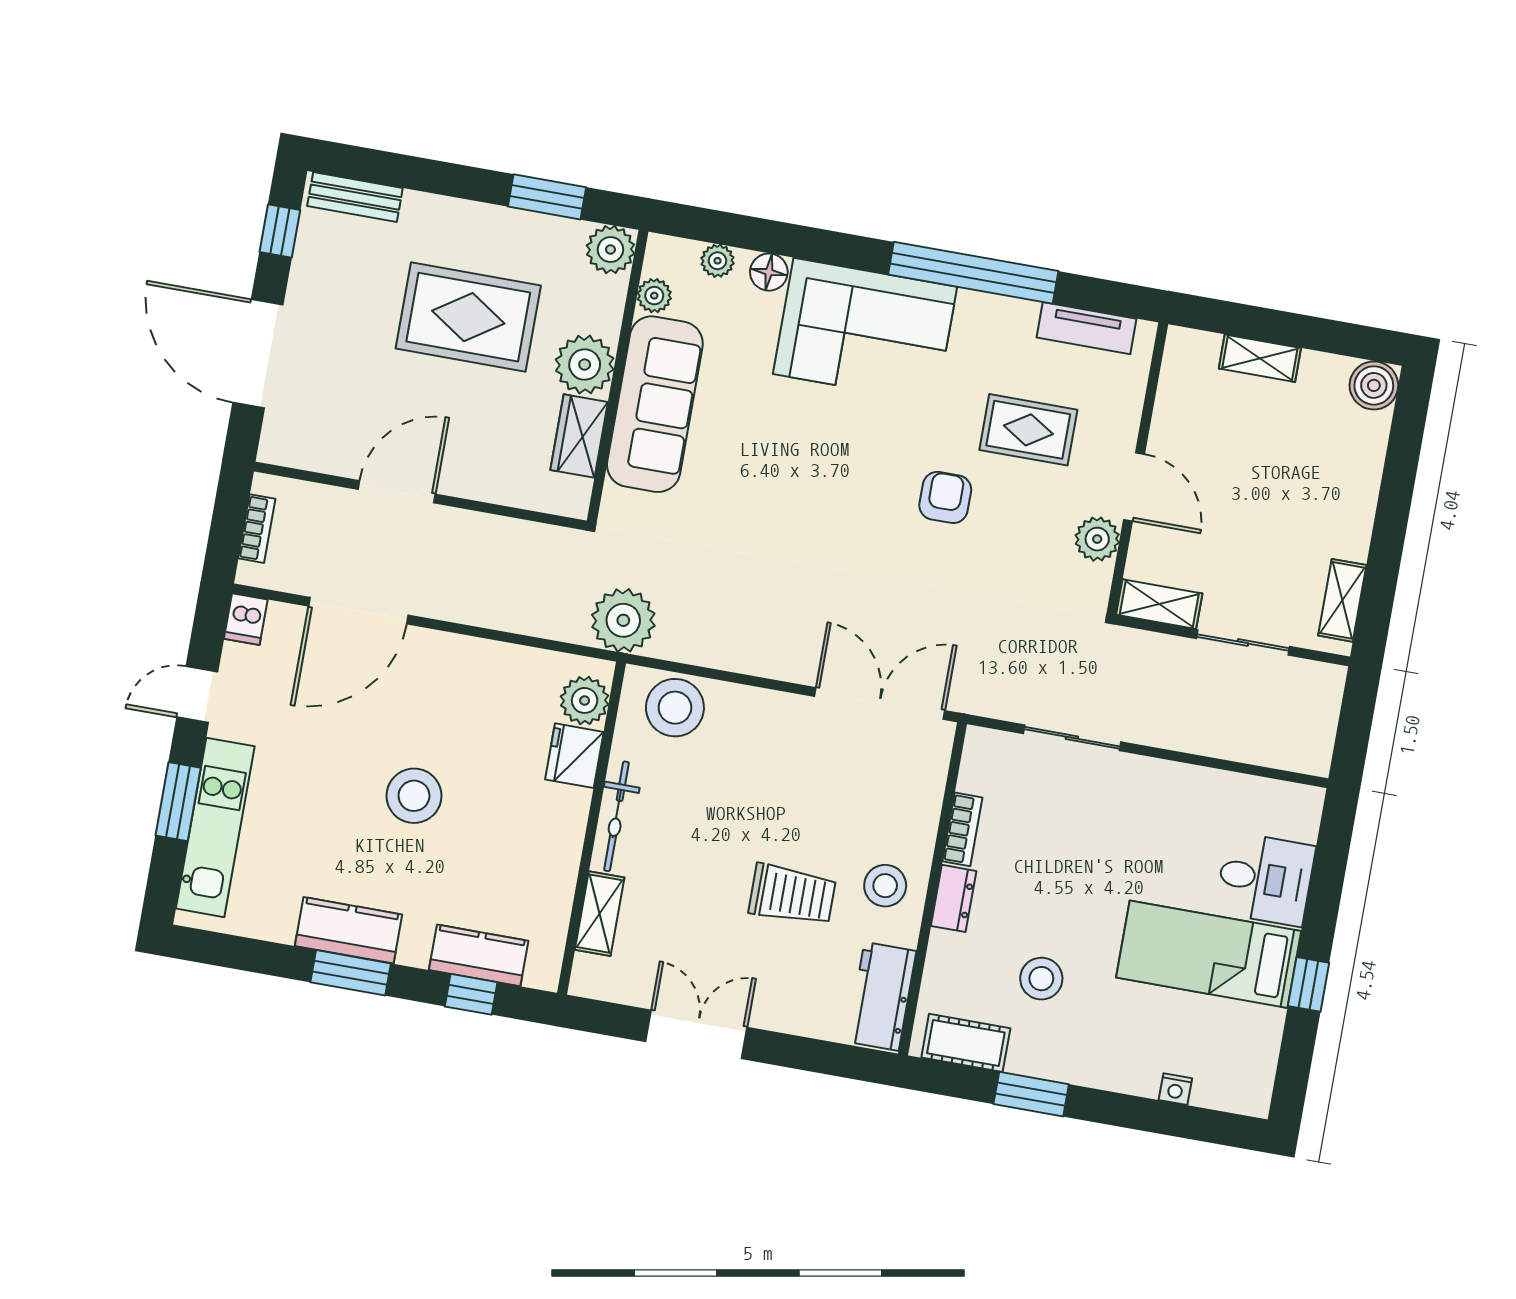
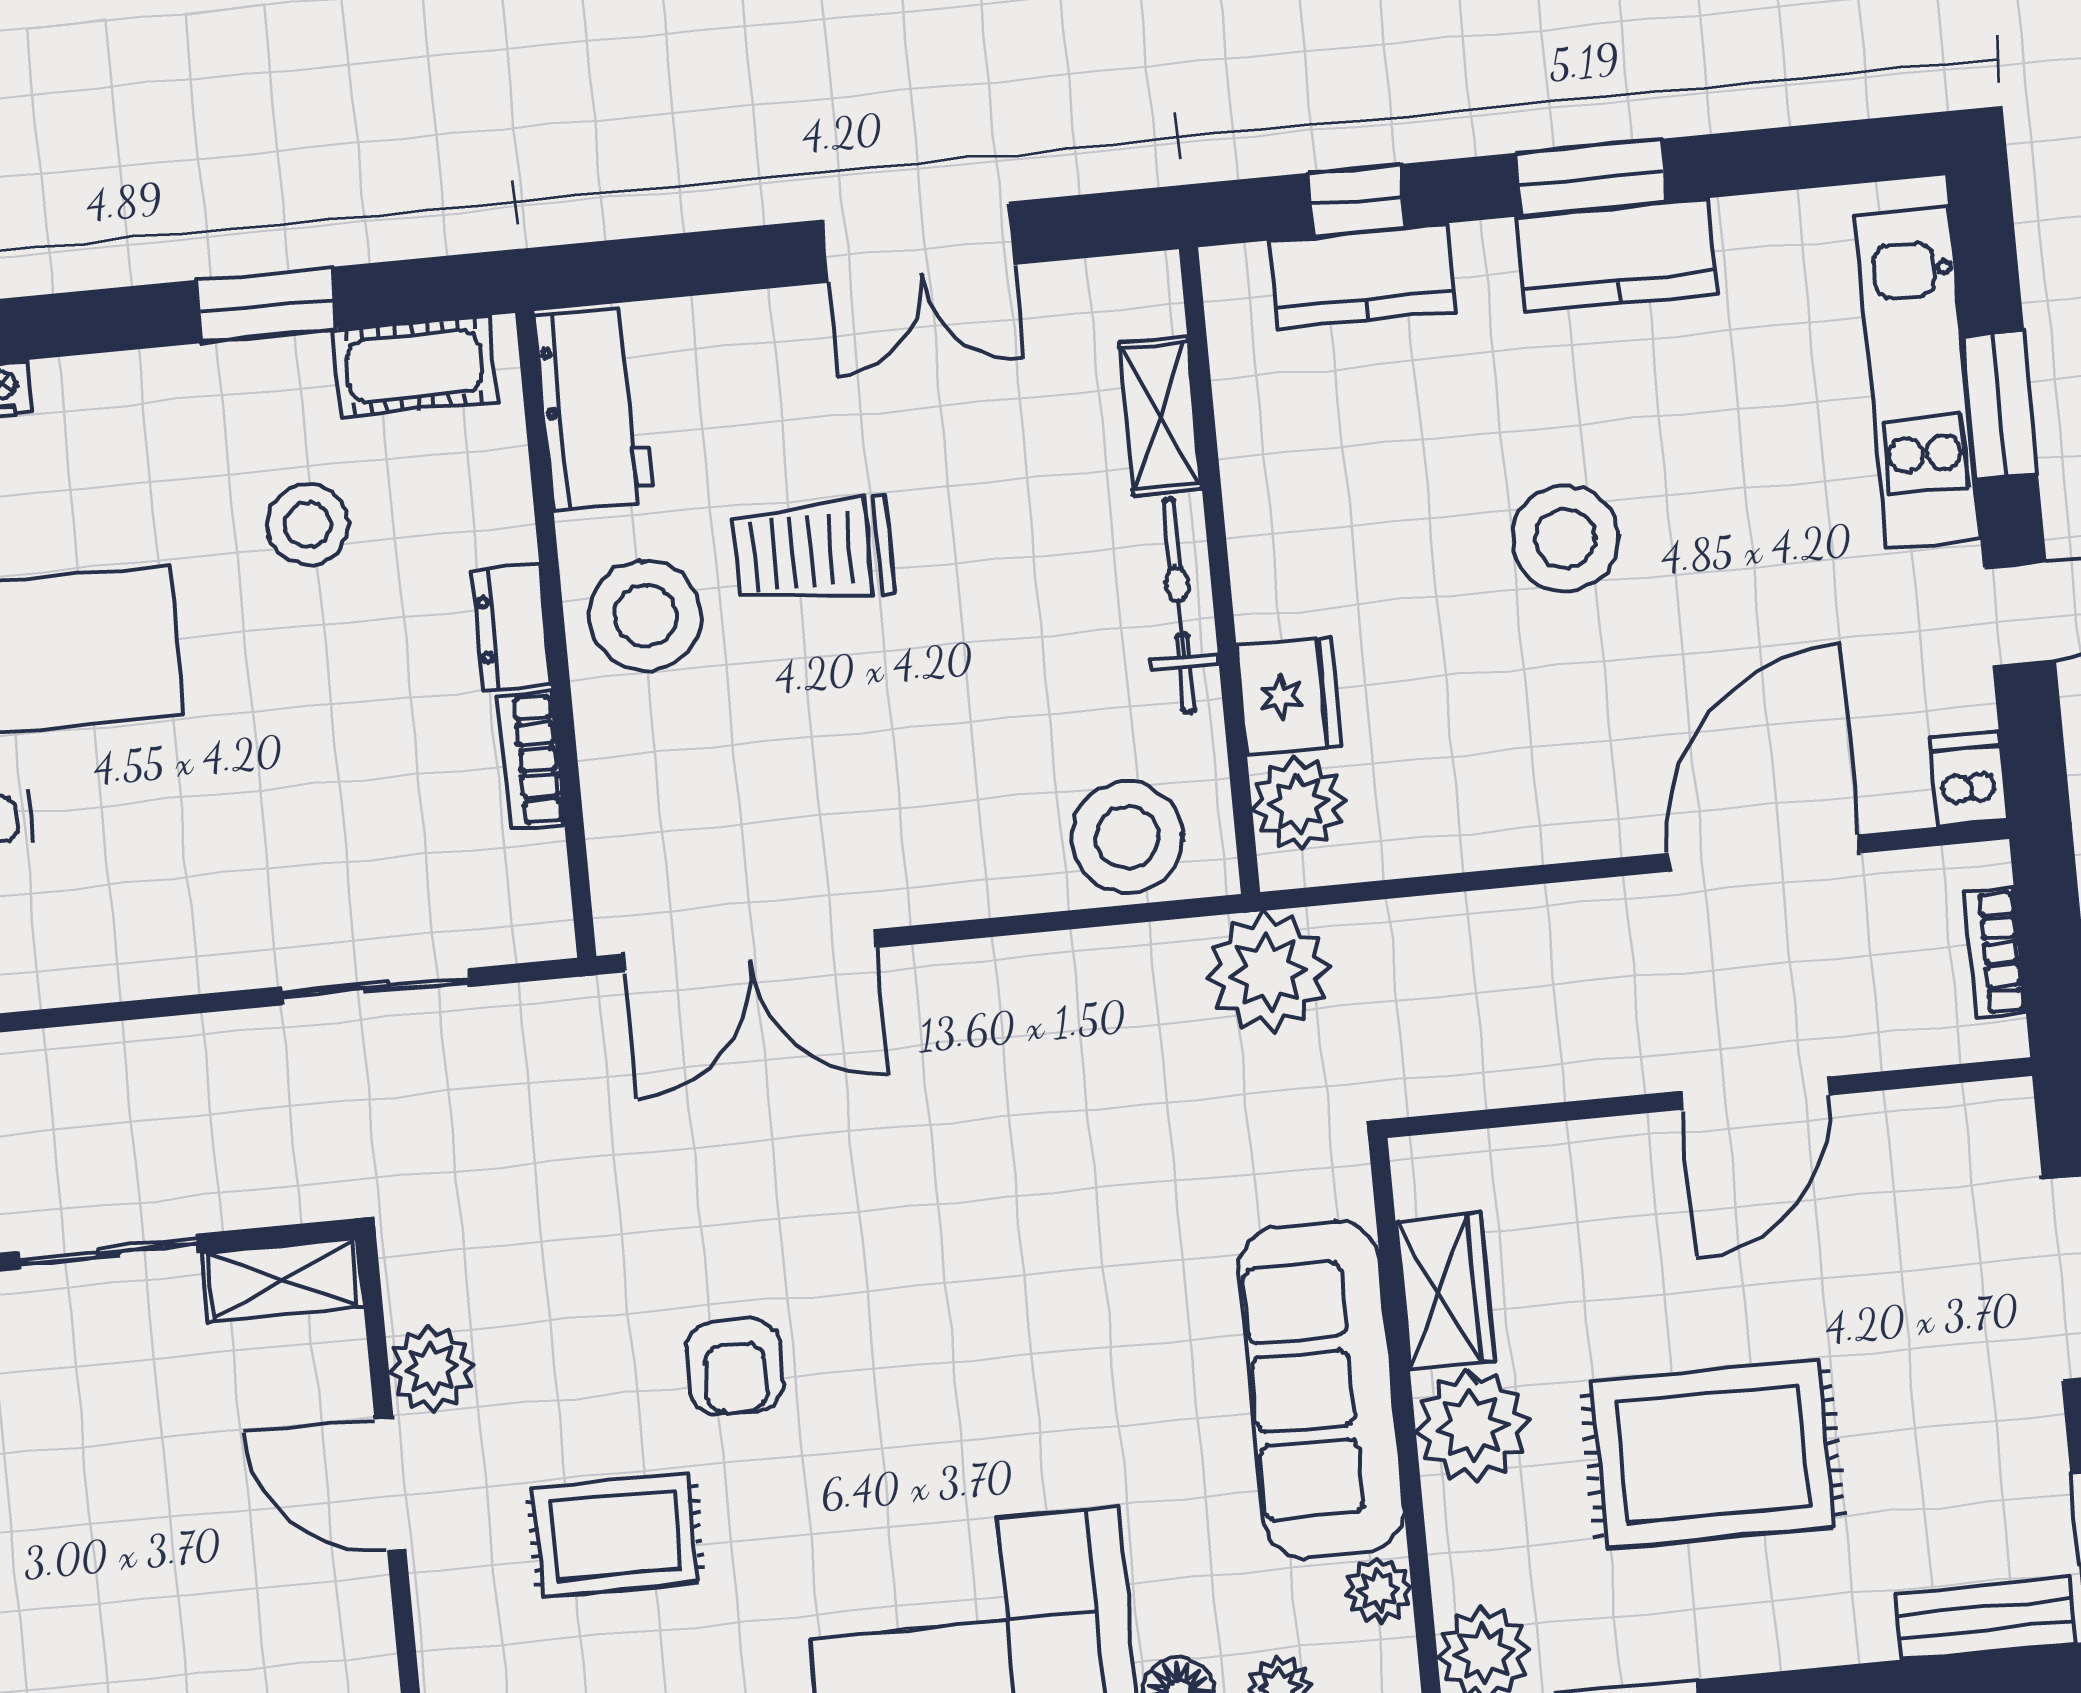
stool: (885, 886) -> (645, 616), width x1.38, depth x1.38

